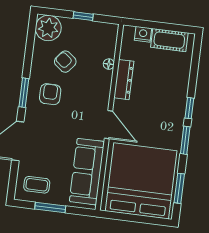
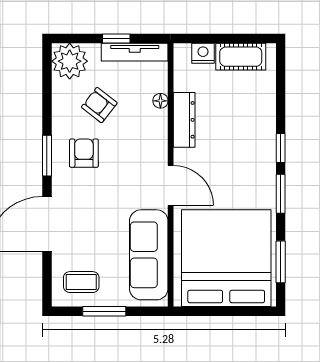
tv unit: (95, 27) -> (135, 52), added

